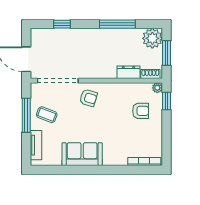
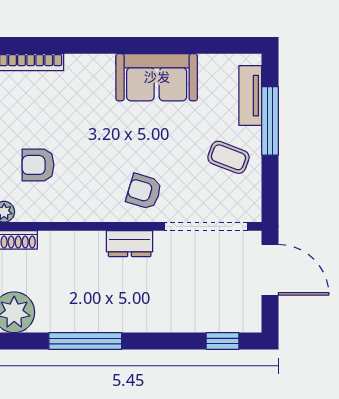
window: (62, 24) -> (222, 341), moved
dresser: (128, 72) -> (130, 244), moved
window: (26, 115) -> (270, 121), moved

